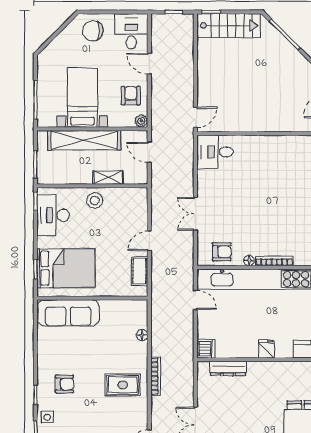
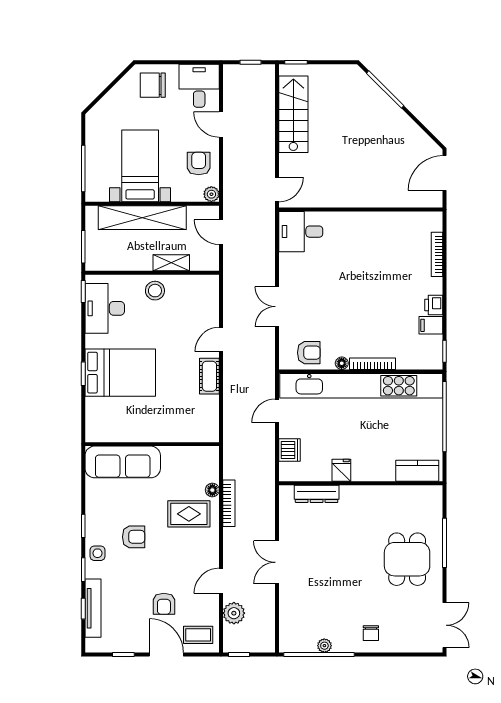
stairs: (229, 26) -> (293, 114), moved, turned -90
wall: (92, 298) -> (152, 444), moved
door: (195, 300) -> (277, 411), swing flipped
sofa: (68, 313) -> (123, 462), moved
floor lamp: (142, 335) -> (212, 490), moved
dishwasher: (206, 349) -> (290, 450), moved
fridge: (266, 349) -> (341, 470), moved
armchair: (64, 384) -> (134, 537), moved

